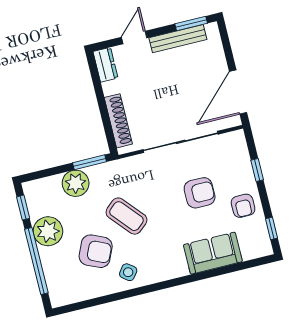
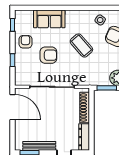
dresser: (105, 65) -> (84, 137), width x1.44
door: (238, 92) -> (12, 107), hinge flipped
armchair: (200, 193) -> (48, 55), turned 180
coffee table: (126, 216) -> (81, 46), moved

